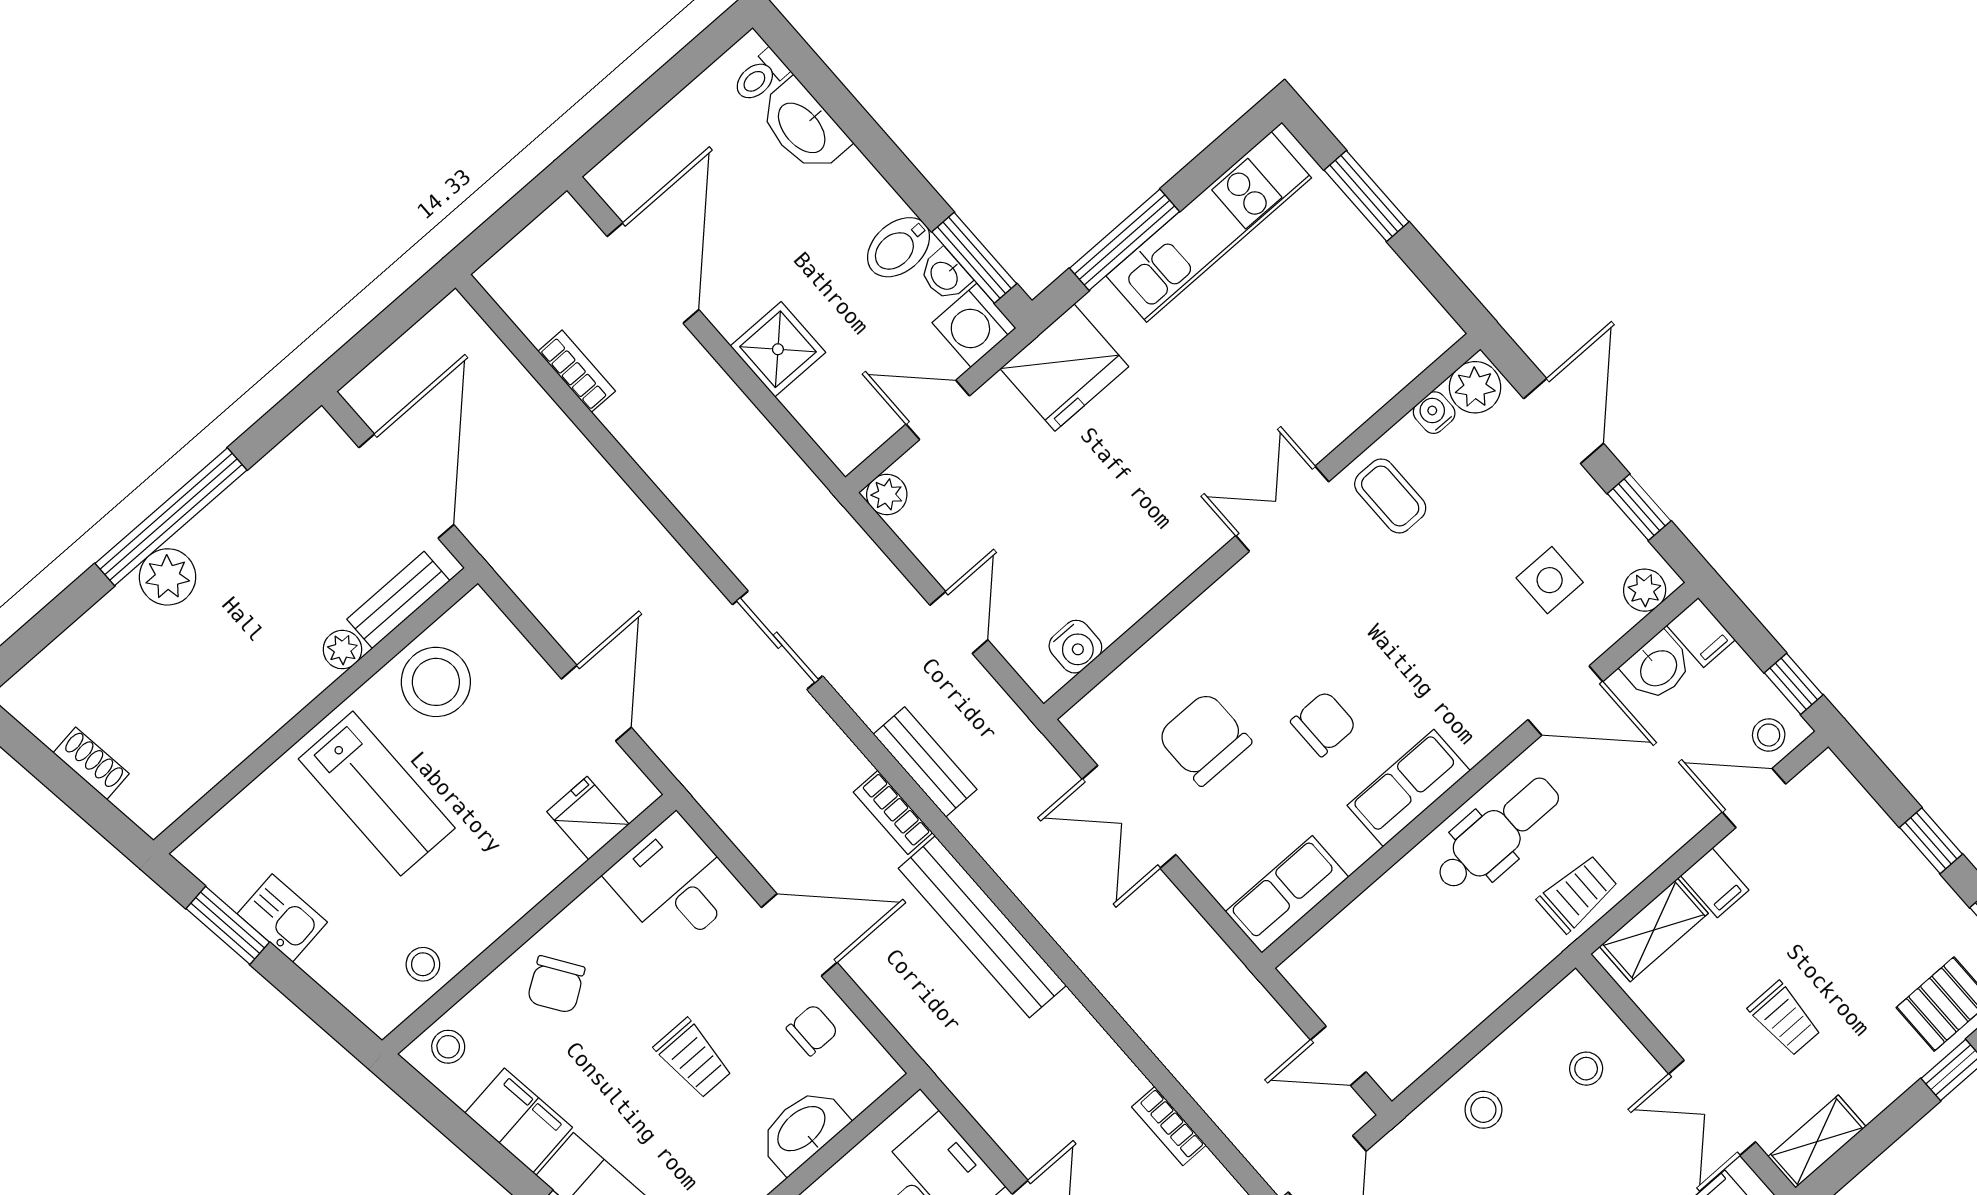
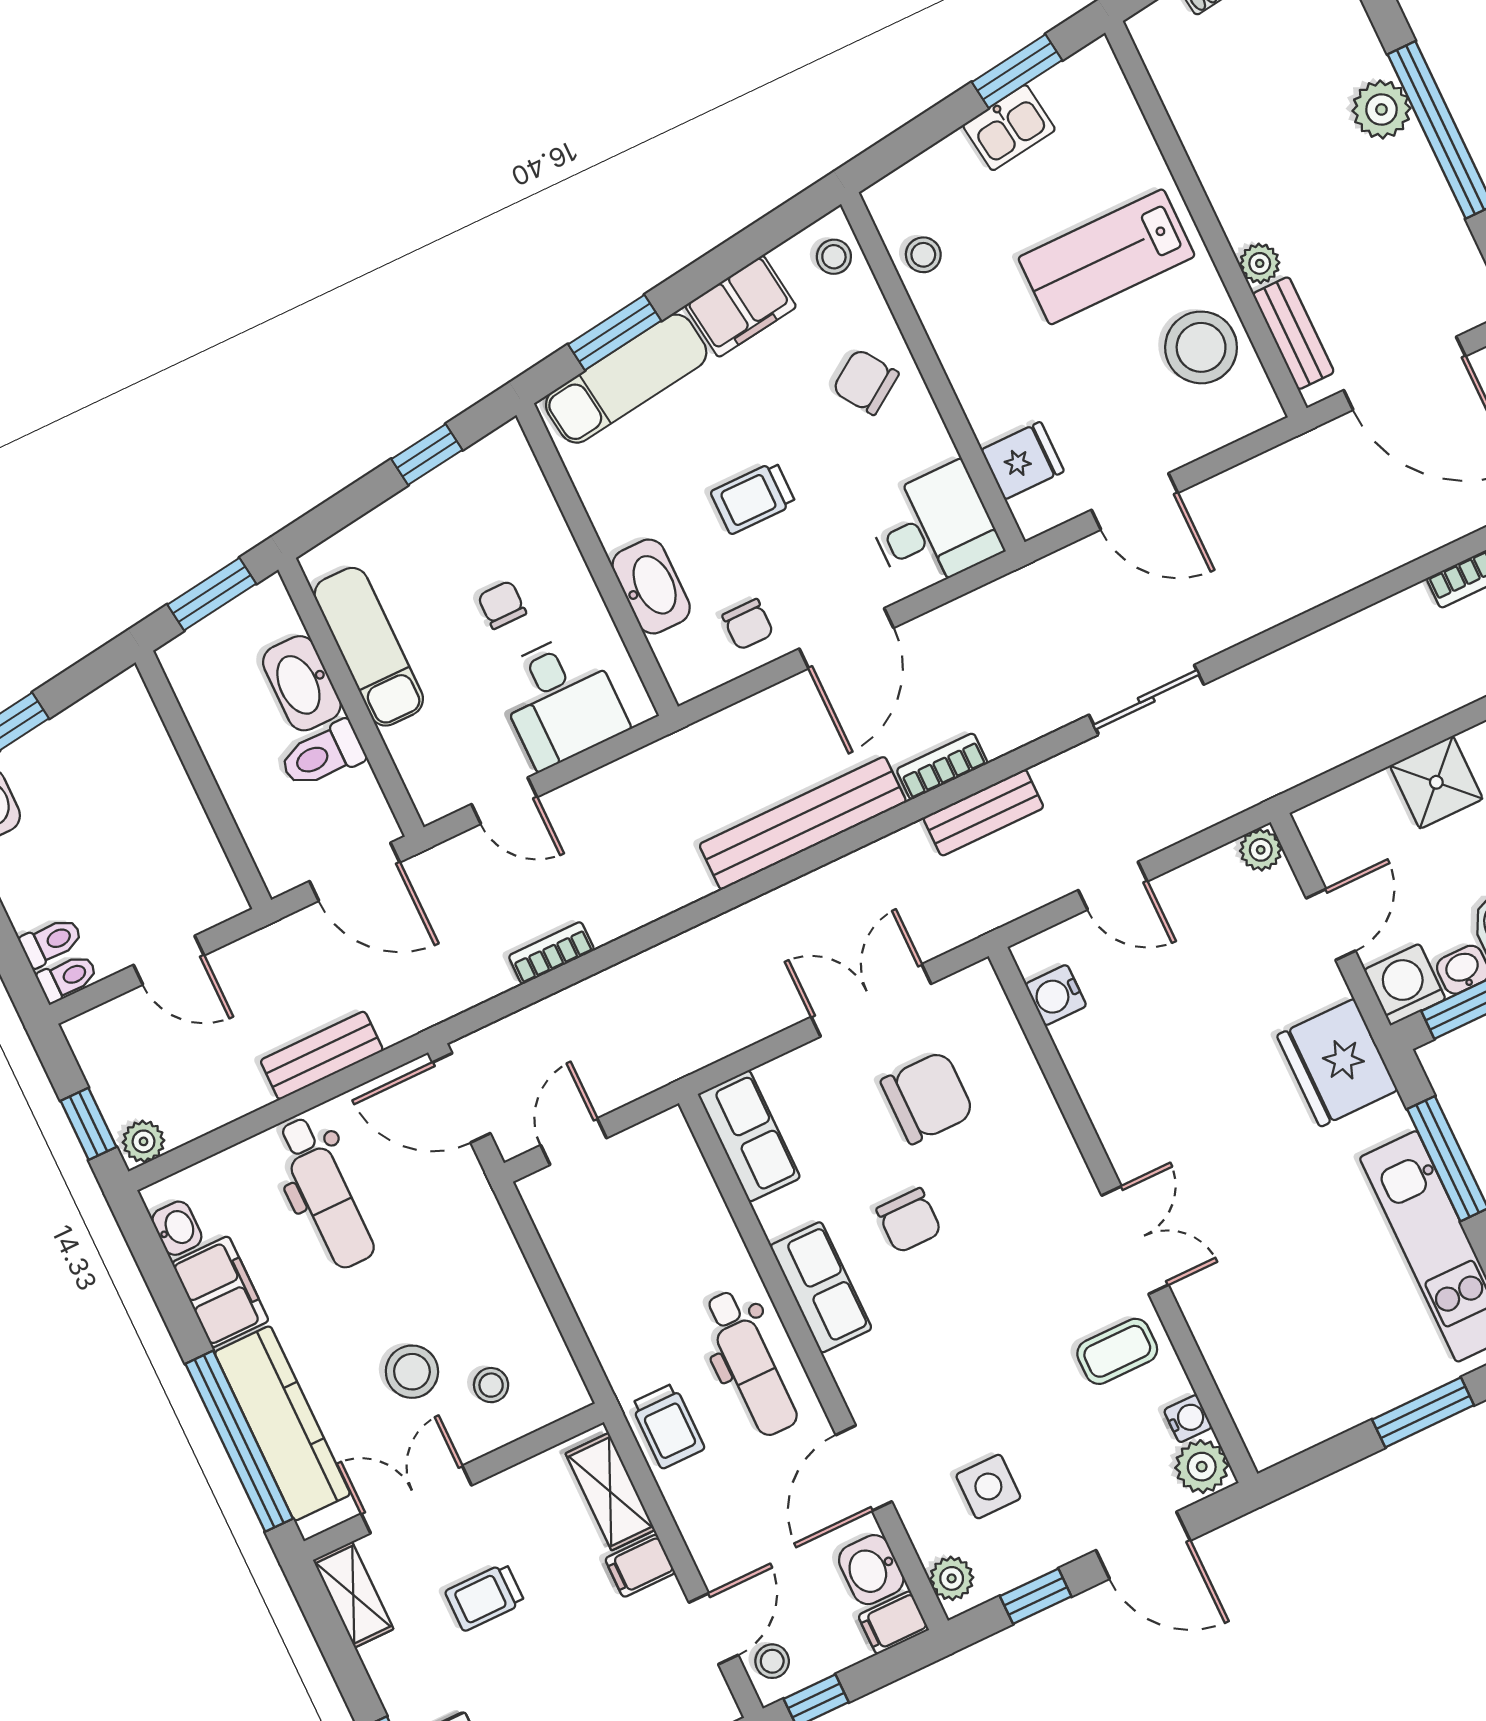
stool: (1483, 1110) -> (412, 1372), moved, width x1.37, depth x1.37

